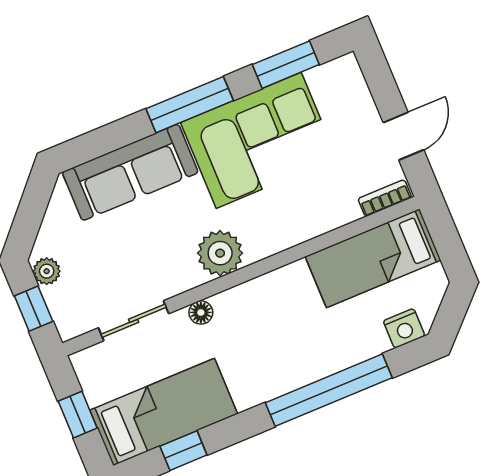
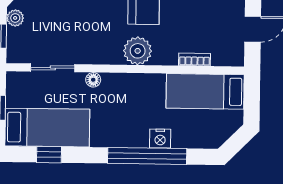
bookcase: (385, 198) -> (194, 59), moved
plant: (220, 253) -> (138, 51), moved
nightstand: (404, 328) -> (160, 139), moved

